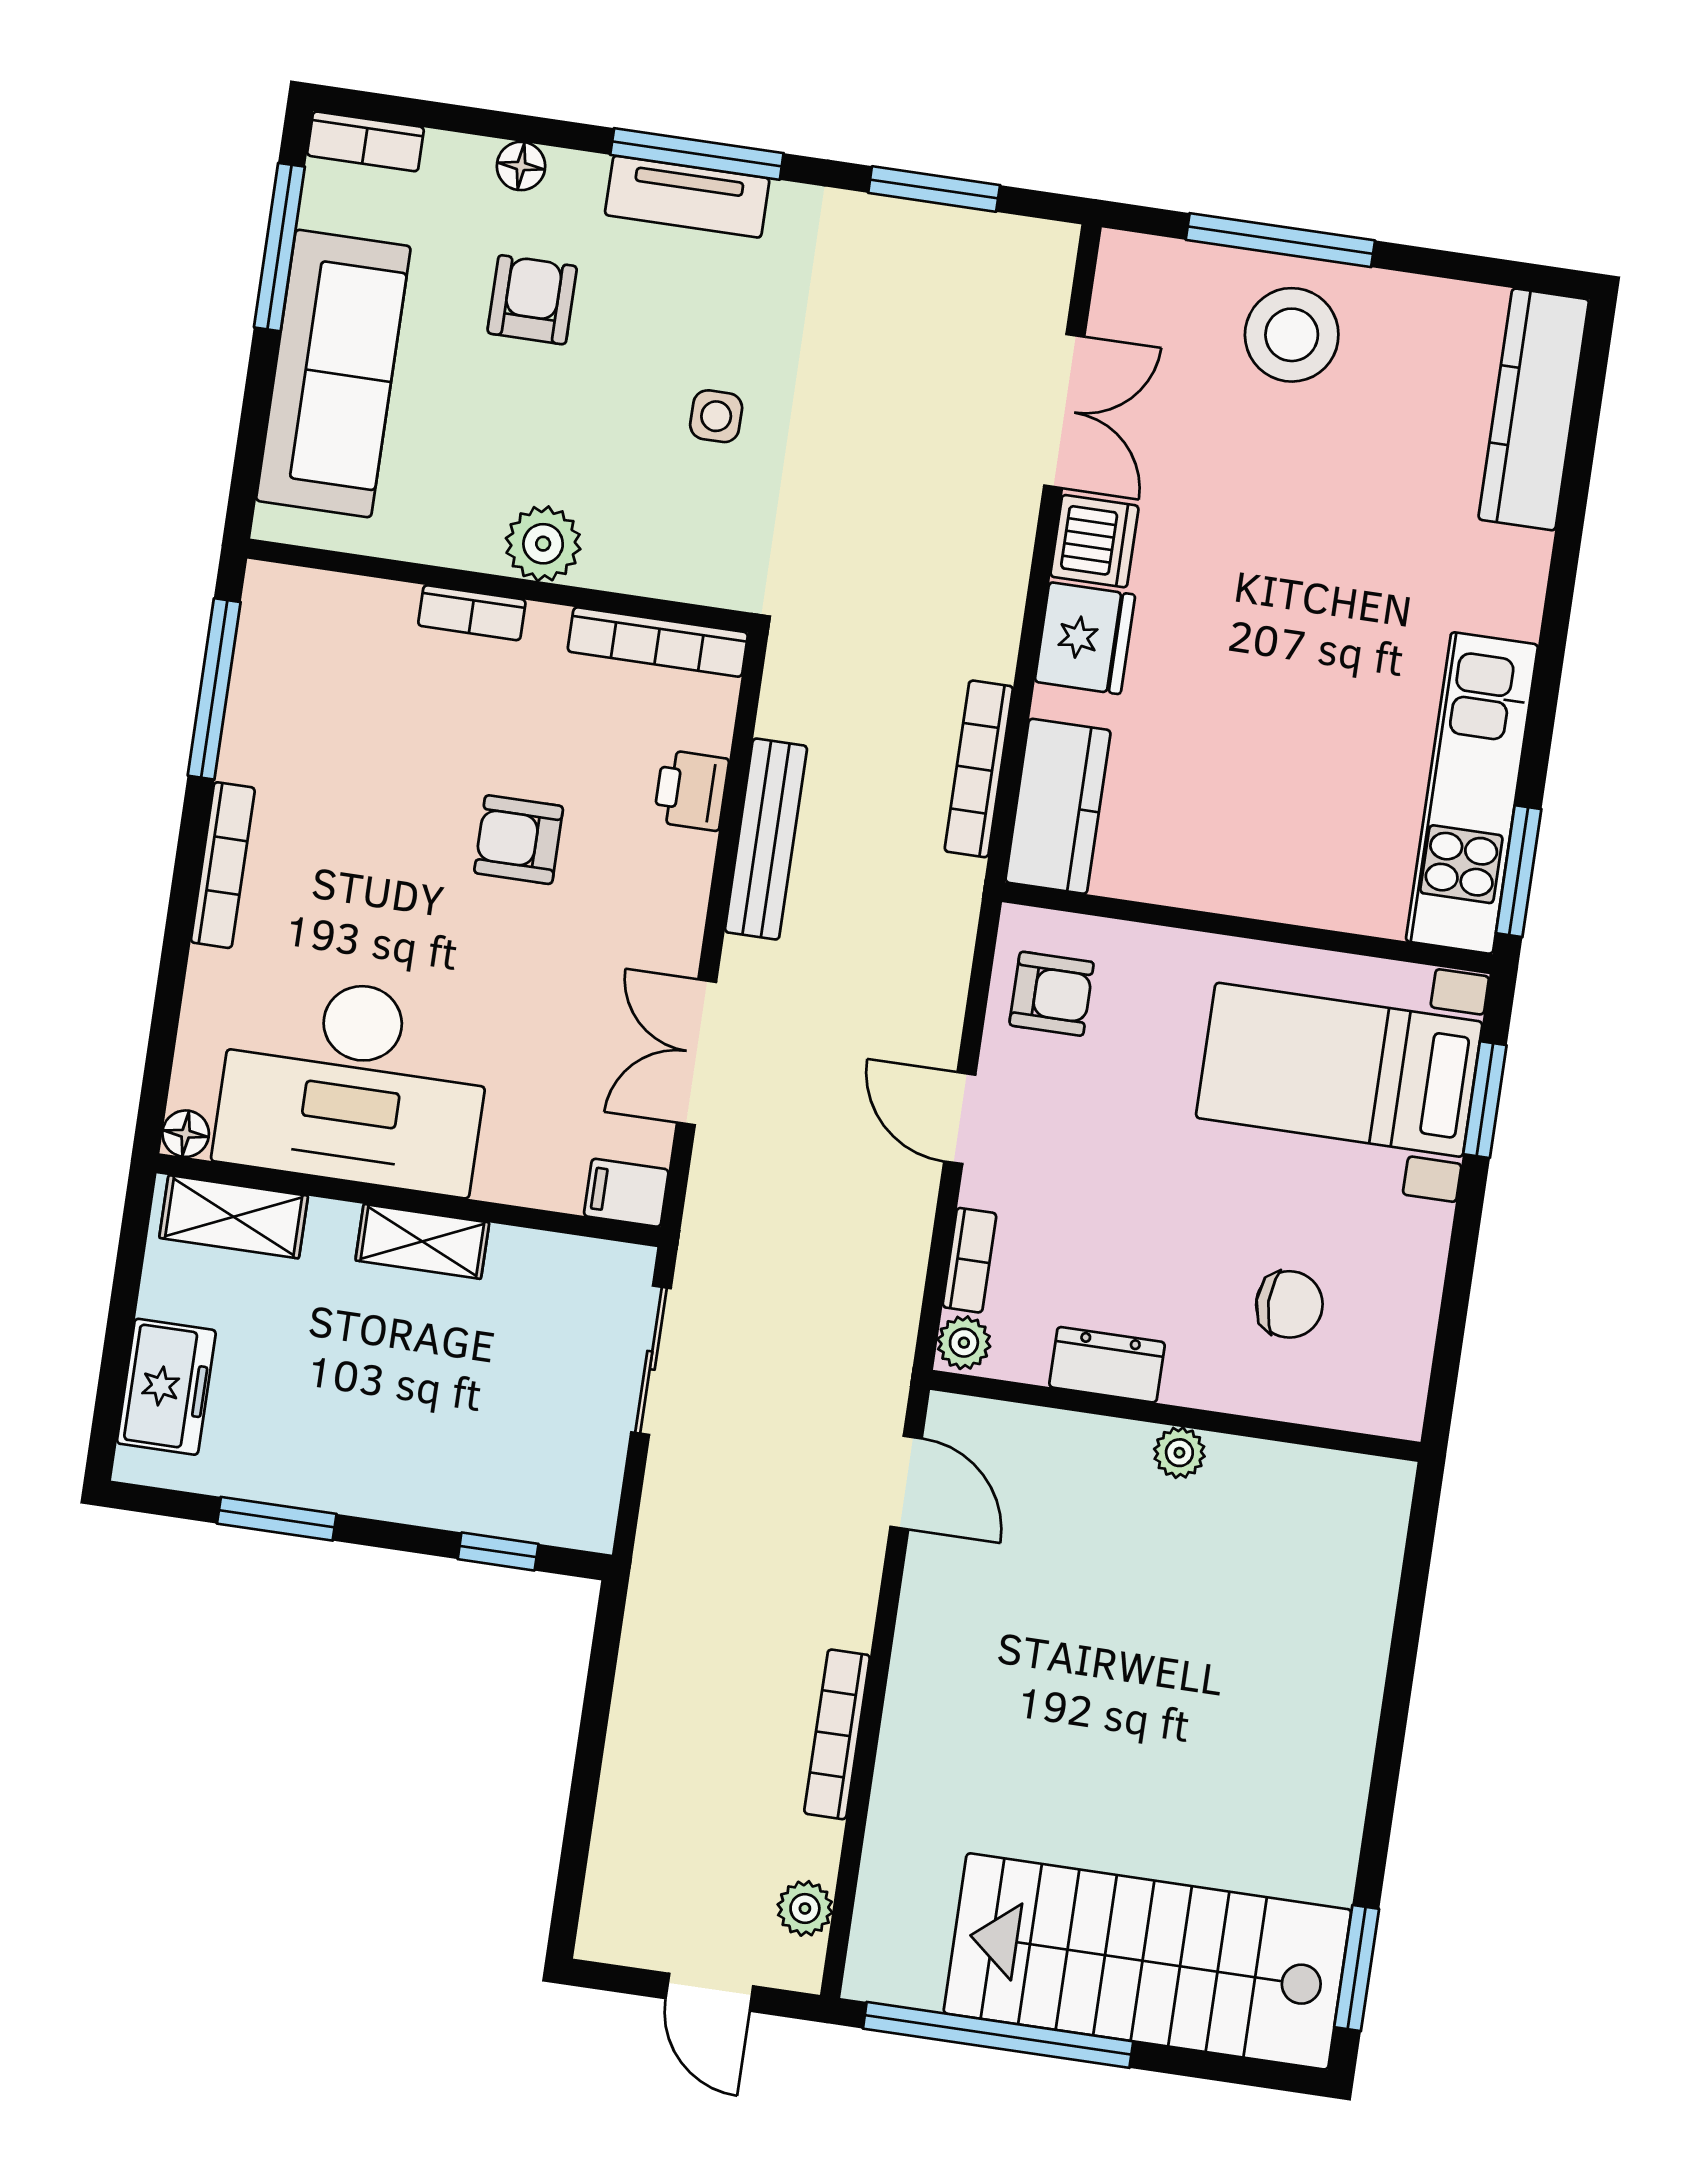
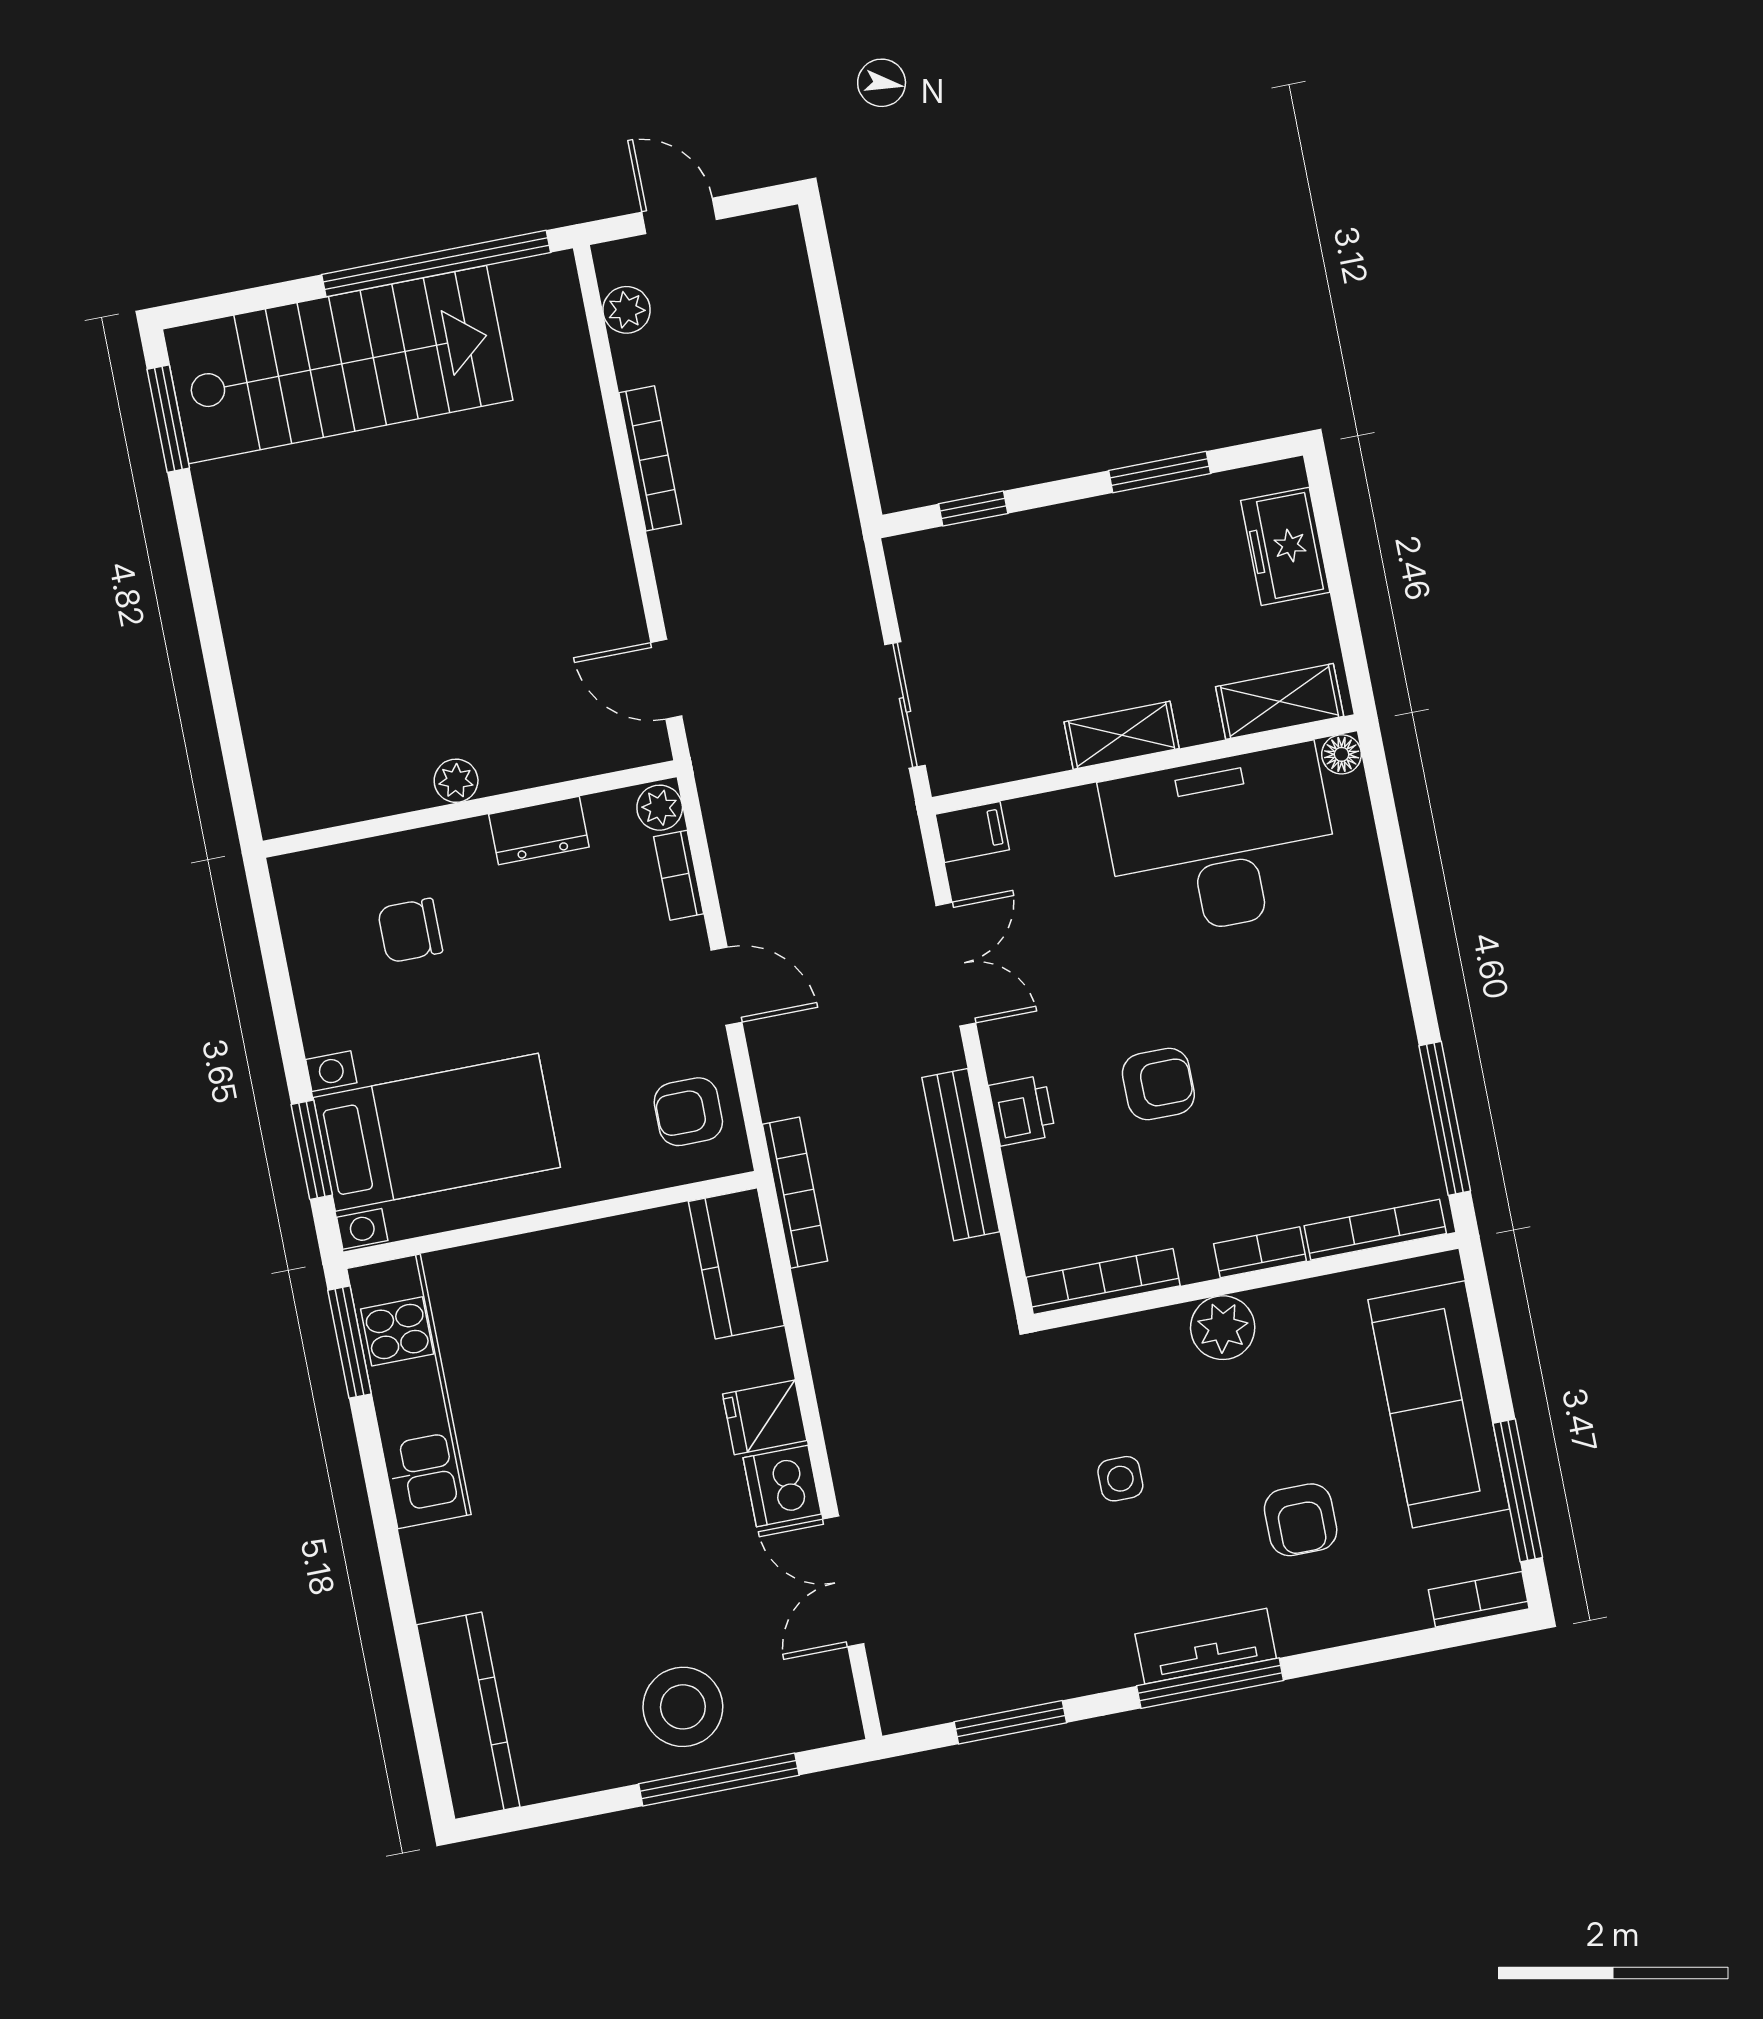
floor lamp: (521, 166) -> (1347, 1624), removed
fridge: (1085, 638) -> (765, 1417), width x0.72
bookcase: (979, 769) -> (795, 1193), moved
printer: (691, 790) -> (1022, 1110), moved
bookcase: (223, 865) -> (1375, 1230), moved, turned 90

